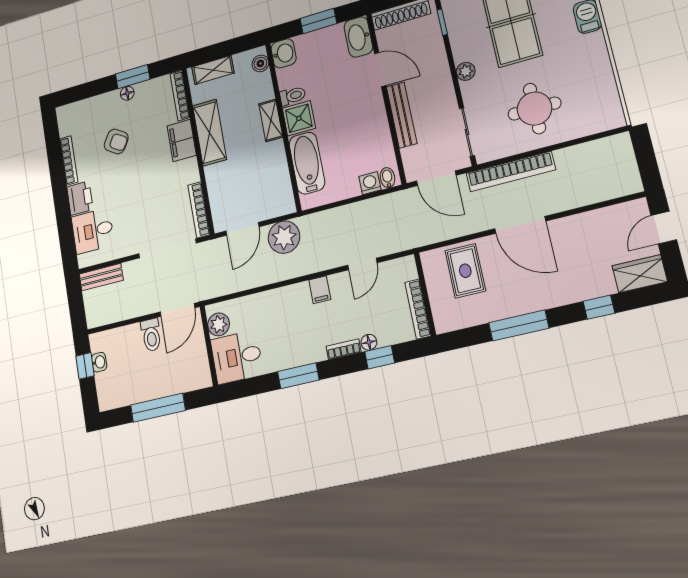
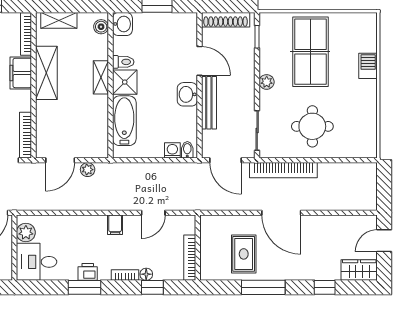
washbasin: (358, 37) -> (187, 94), moved, width x0.72
plant: (284, 237) -> (88, 170), width x0.53, depth x0.53
rug: (465, 271) -> (244, 254), moved
printer: (298, 356) -> (88, 272), added

